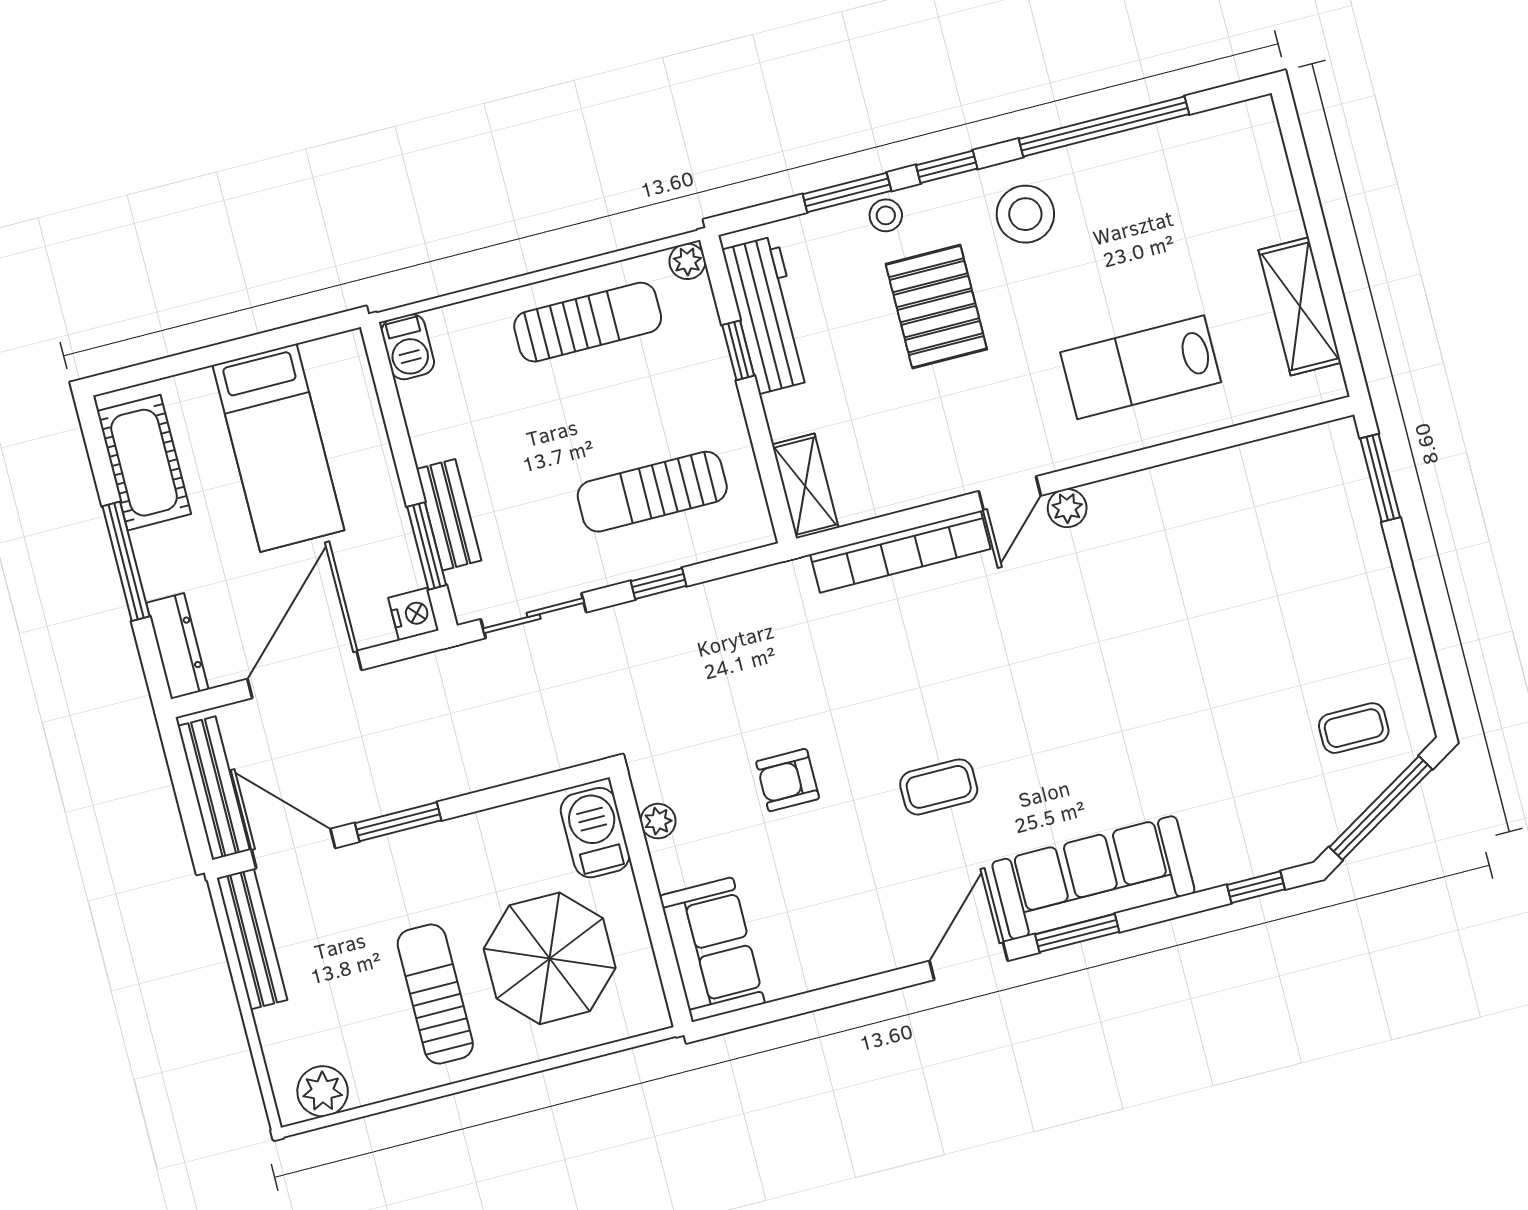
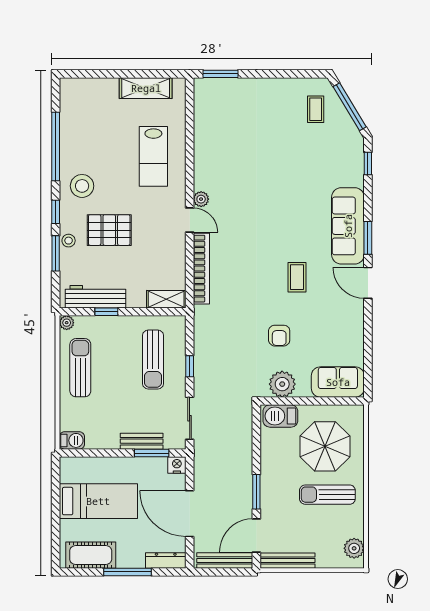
plant: (658, 821) -> (282, 384), width x1.87, depth x1.87

